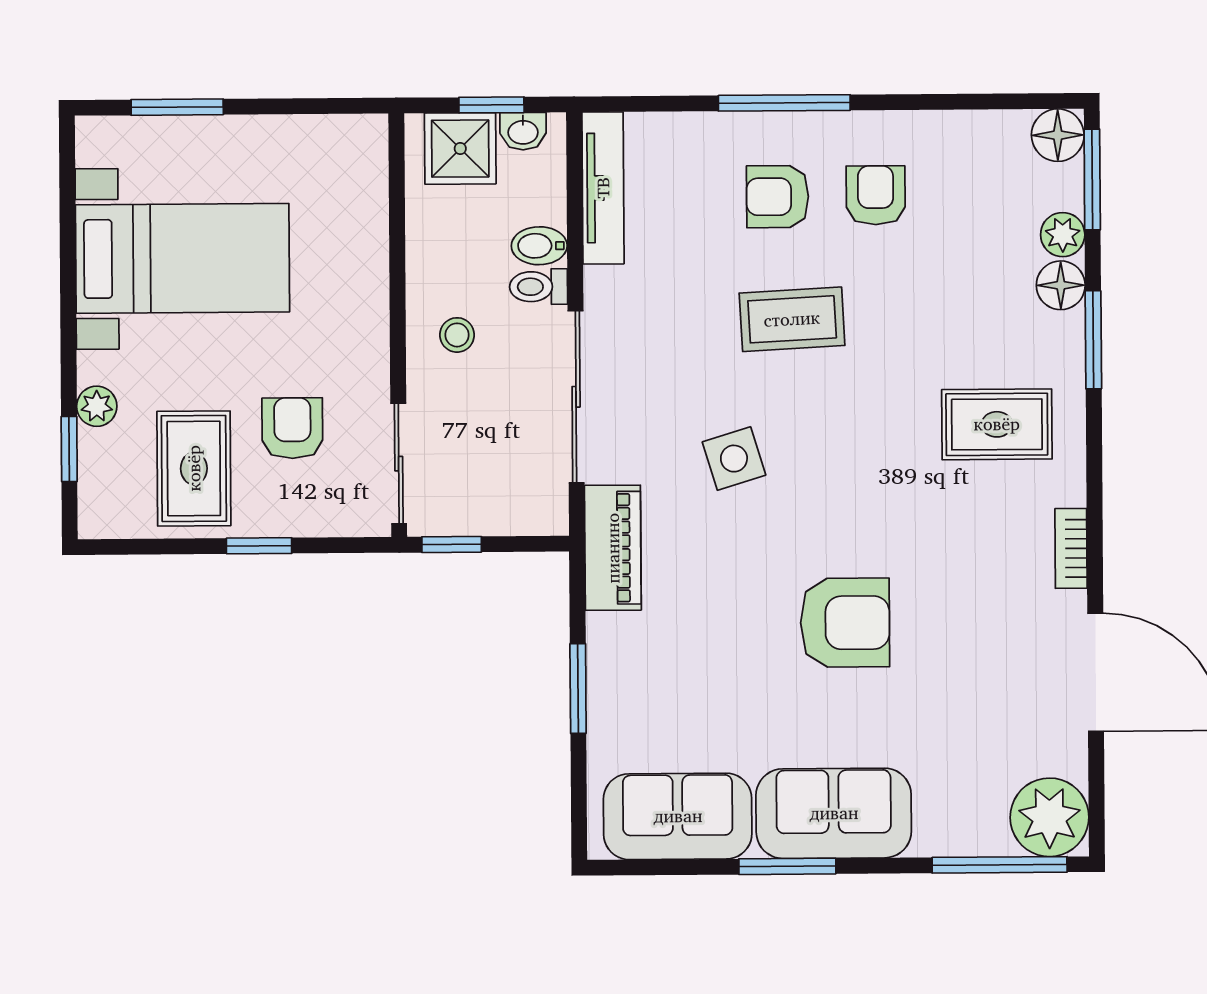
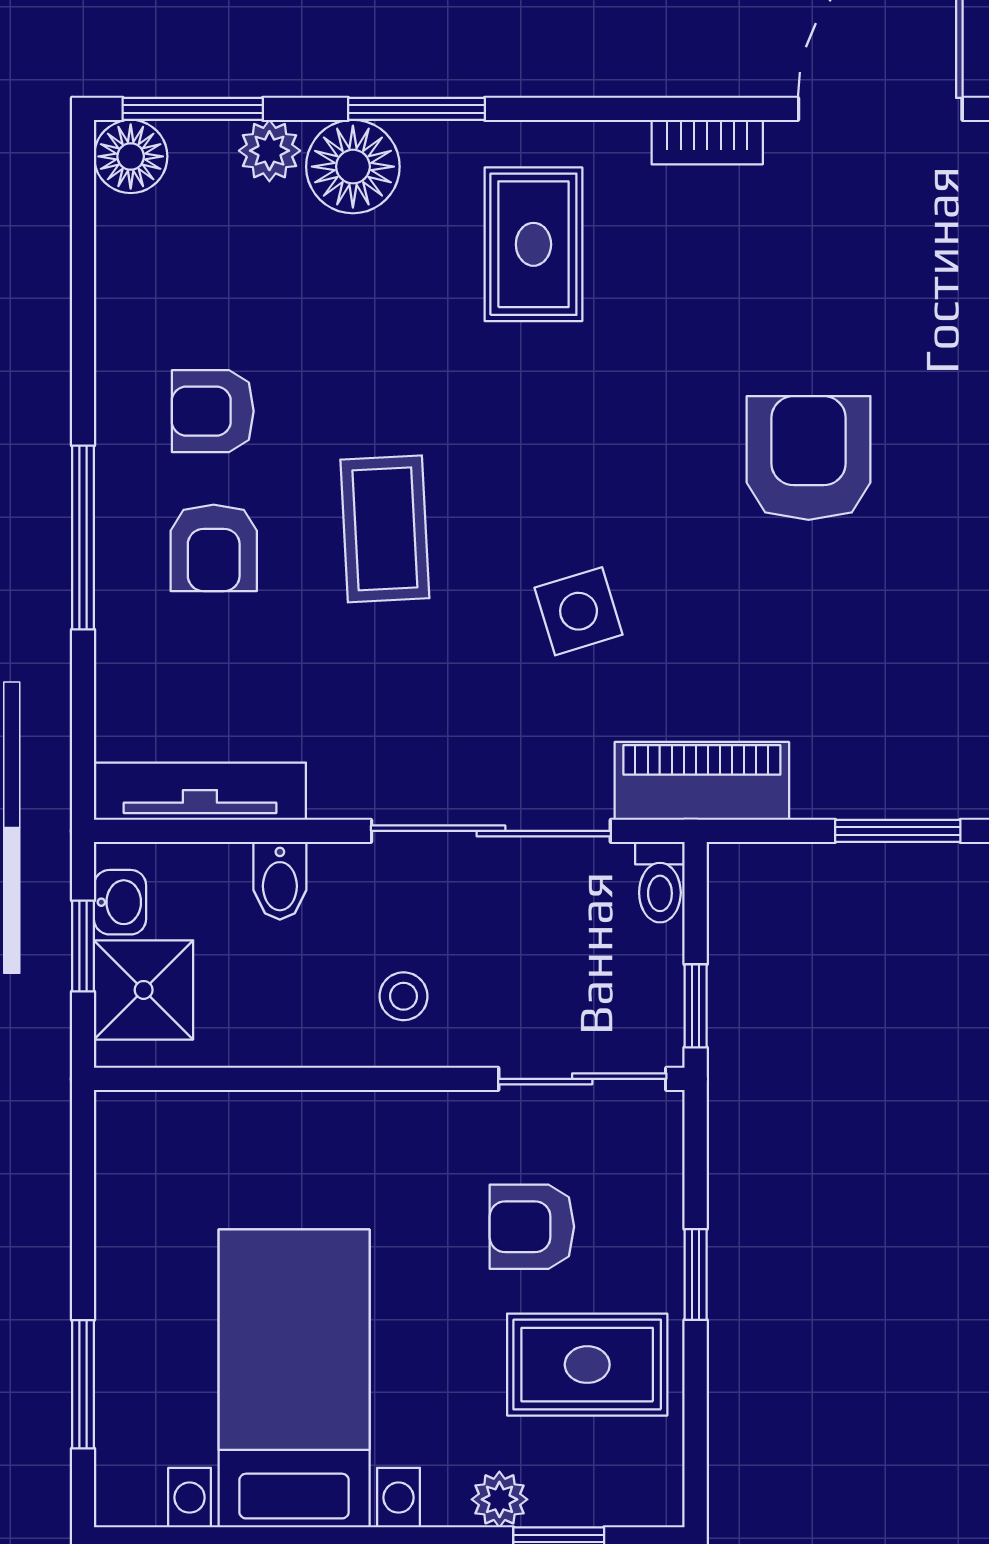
floor lamp: (1061, 285) -> (353, 167), width x1.38, depth x1.38
toilet: (538, 287) -> (660, 882), moved

